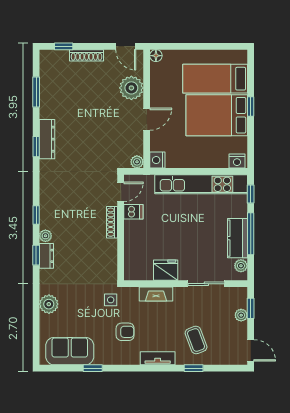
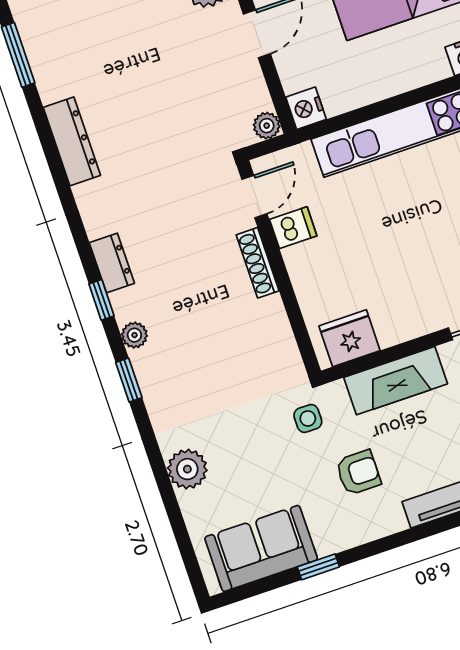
window: (36, 147) -> (55, 164), removed
dresser: (46, 256) -> (112, 263), moved
fridge: (166, 270) -> (349, 338), moved
fireplace: (156, 294) -> (396, 381), width x1.37, depth x1.32

